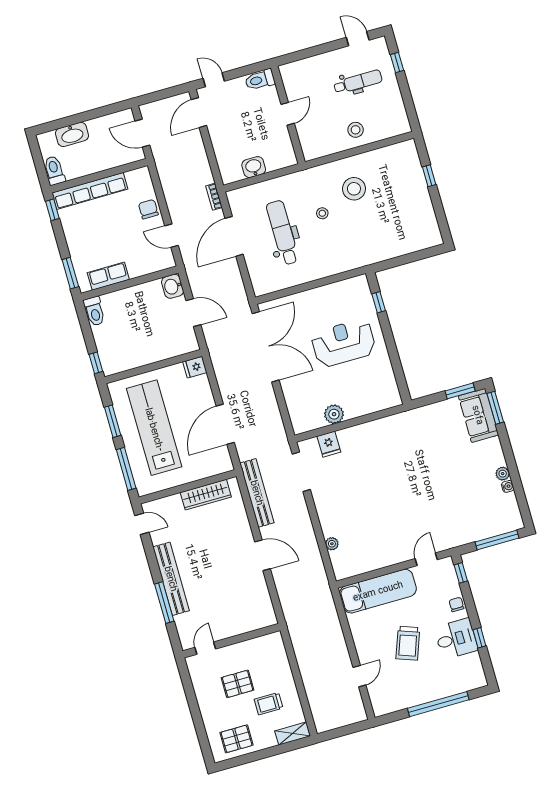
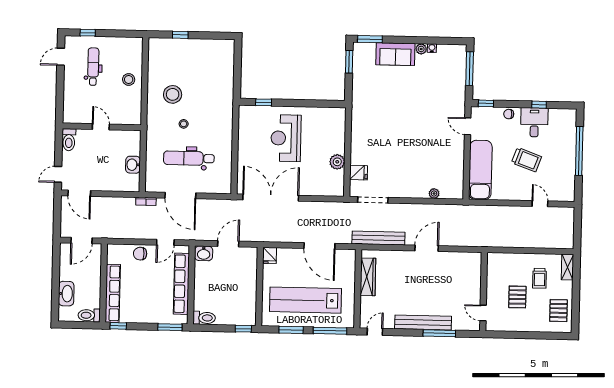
row of seats: (108, 276) -> (181, 284), width x2.02
sofa: (478, 415) -> (395, 54), moved

